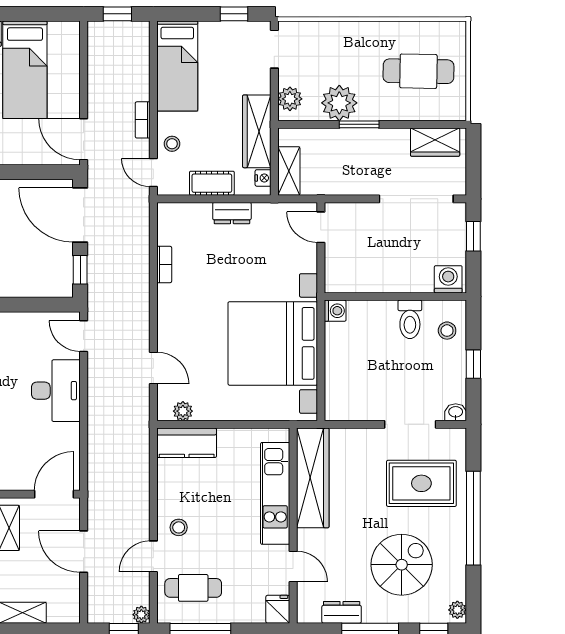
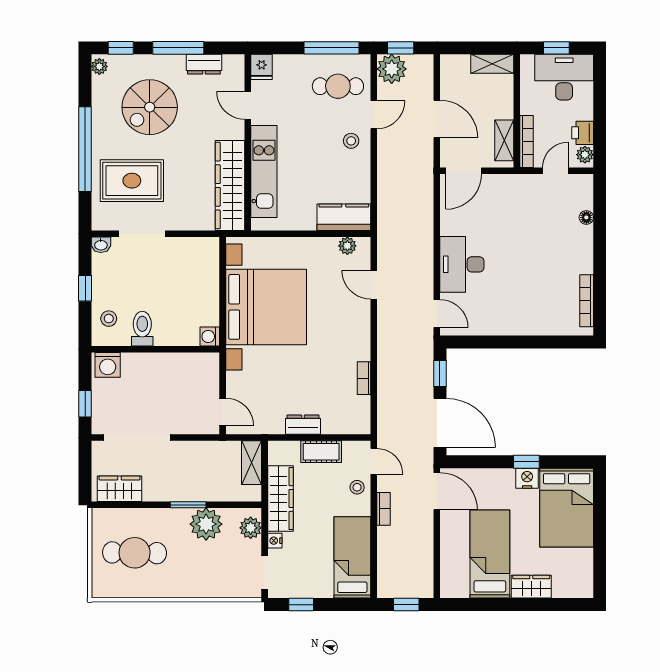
nightstand: (263, 178) -> (275, 541), moved
plant: (141, 615) -> (392, 69), width x1.87, depth x1.87

